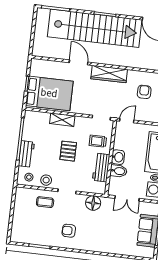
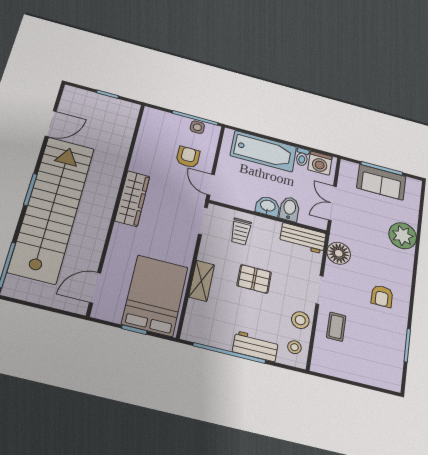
door: (79, 62) -> (95, 288), moved
armchair: (144, 92) -> (188, 157), moved, turned 90
workbench: (101, 167) -> (303, 238), moved
double door: (127, 198) -> (332, 203), swing flipped
plant: (112, 245) -> (403, 236), added

